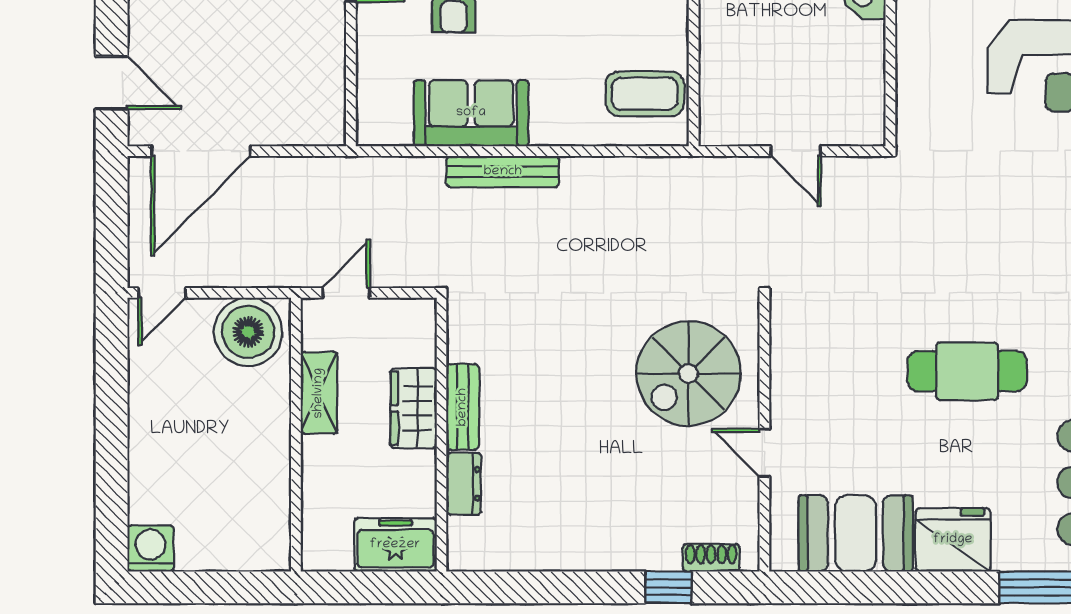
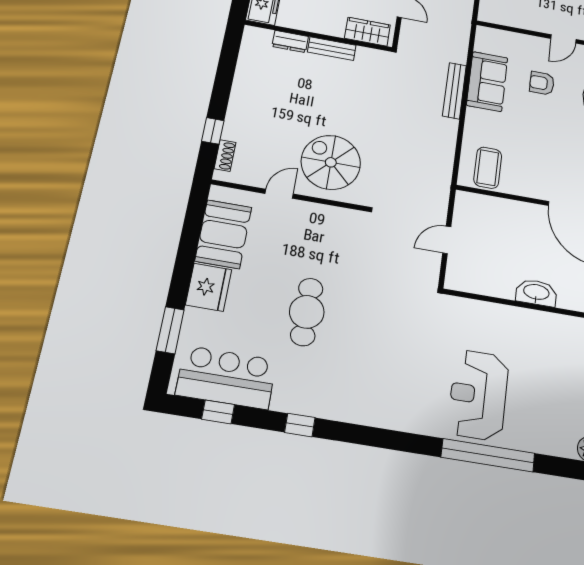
wardrobe: (414, 408) -> (367, 32), moved

